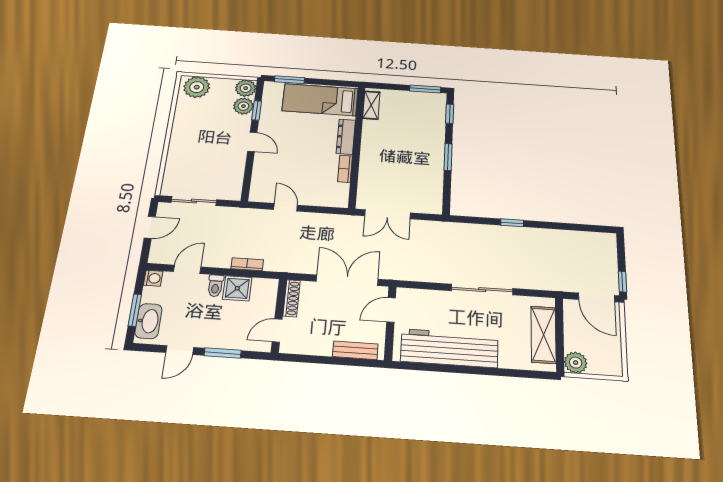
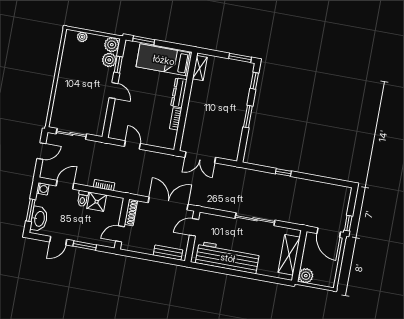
plant: (197, 87) -> (82, 37), width x0.53, depth x0.53

